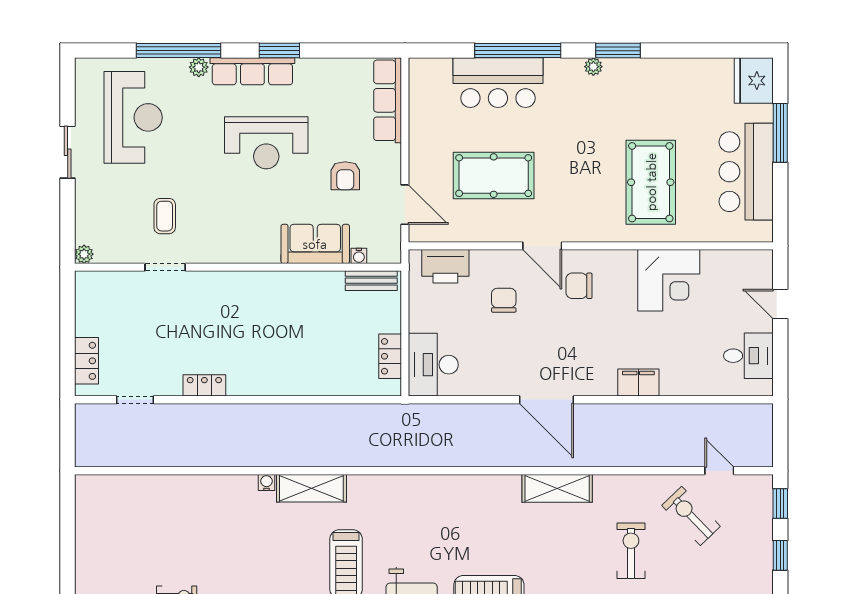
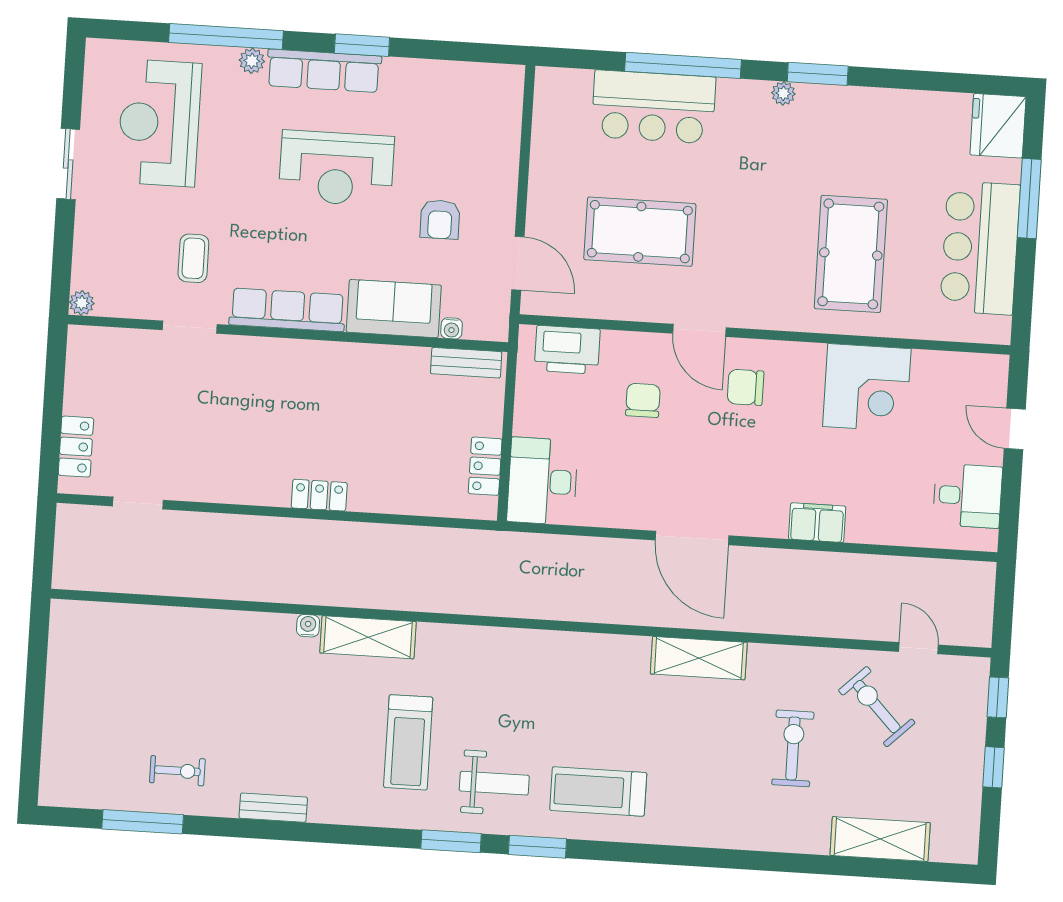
row of seats: (388, 100) -> (287, 310), moved, turned 90
reception desk: (133, 117) -> (159, 123), turned 180
locker: (204, 385) -> (319, 495), moved

